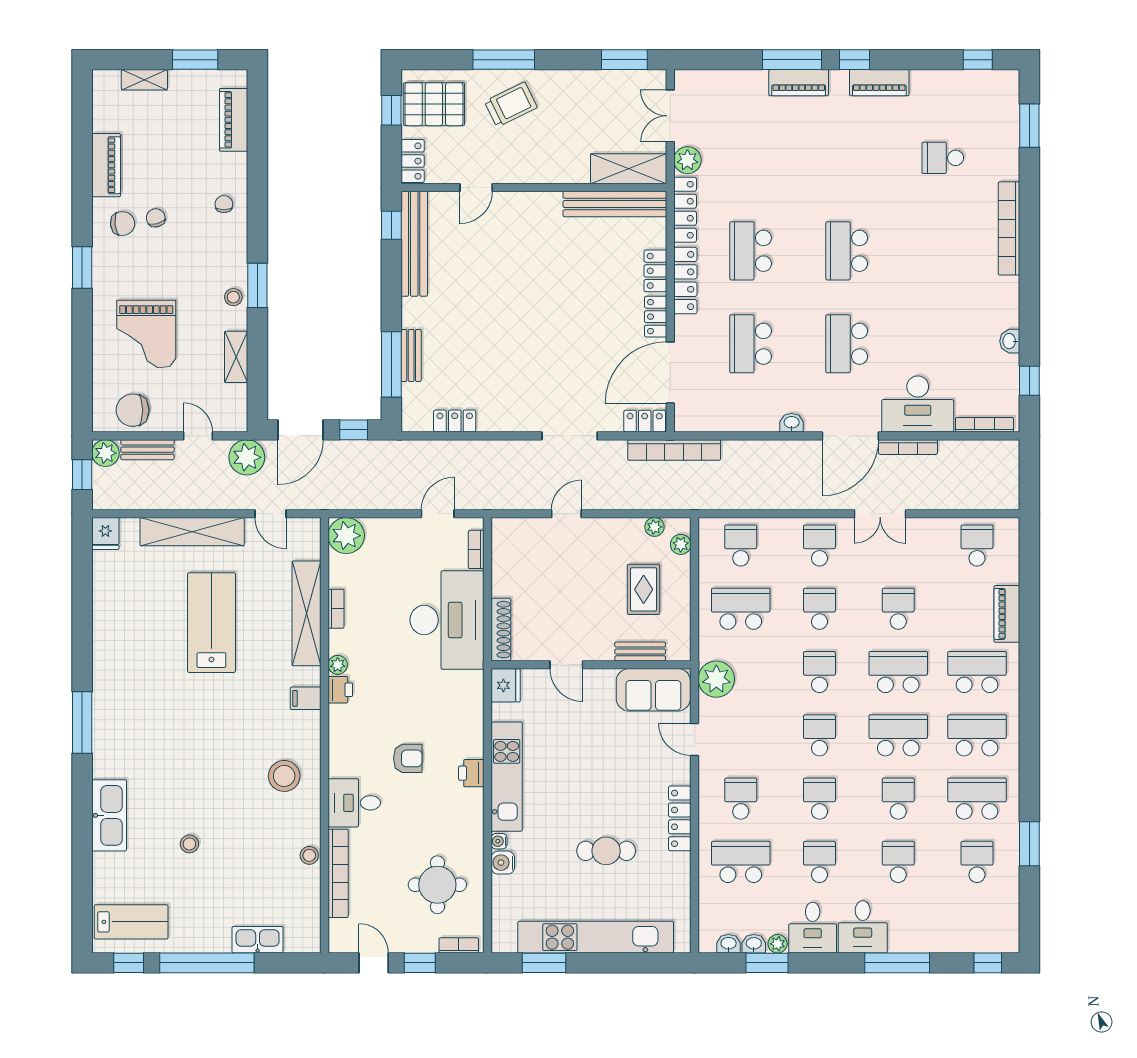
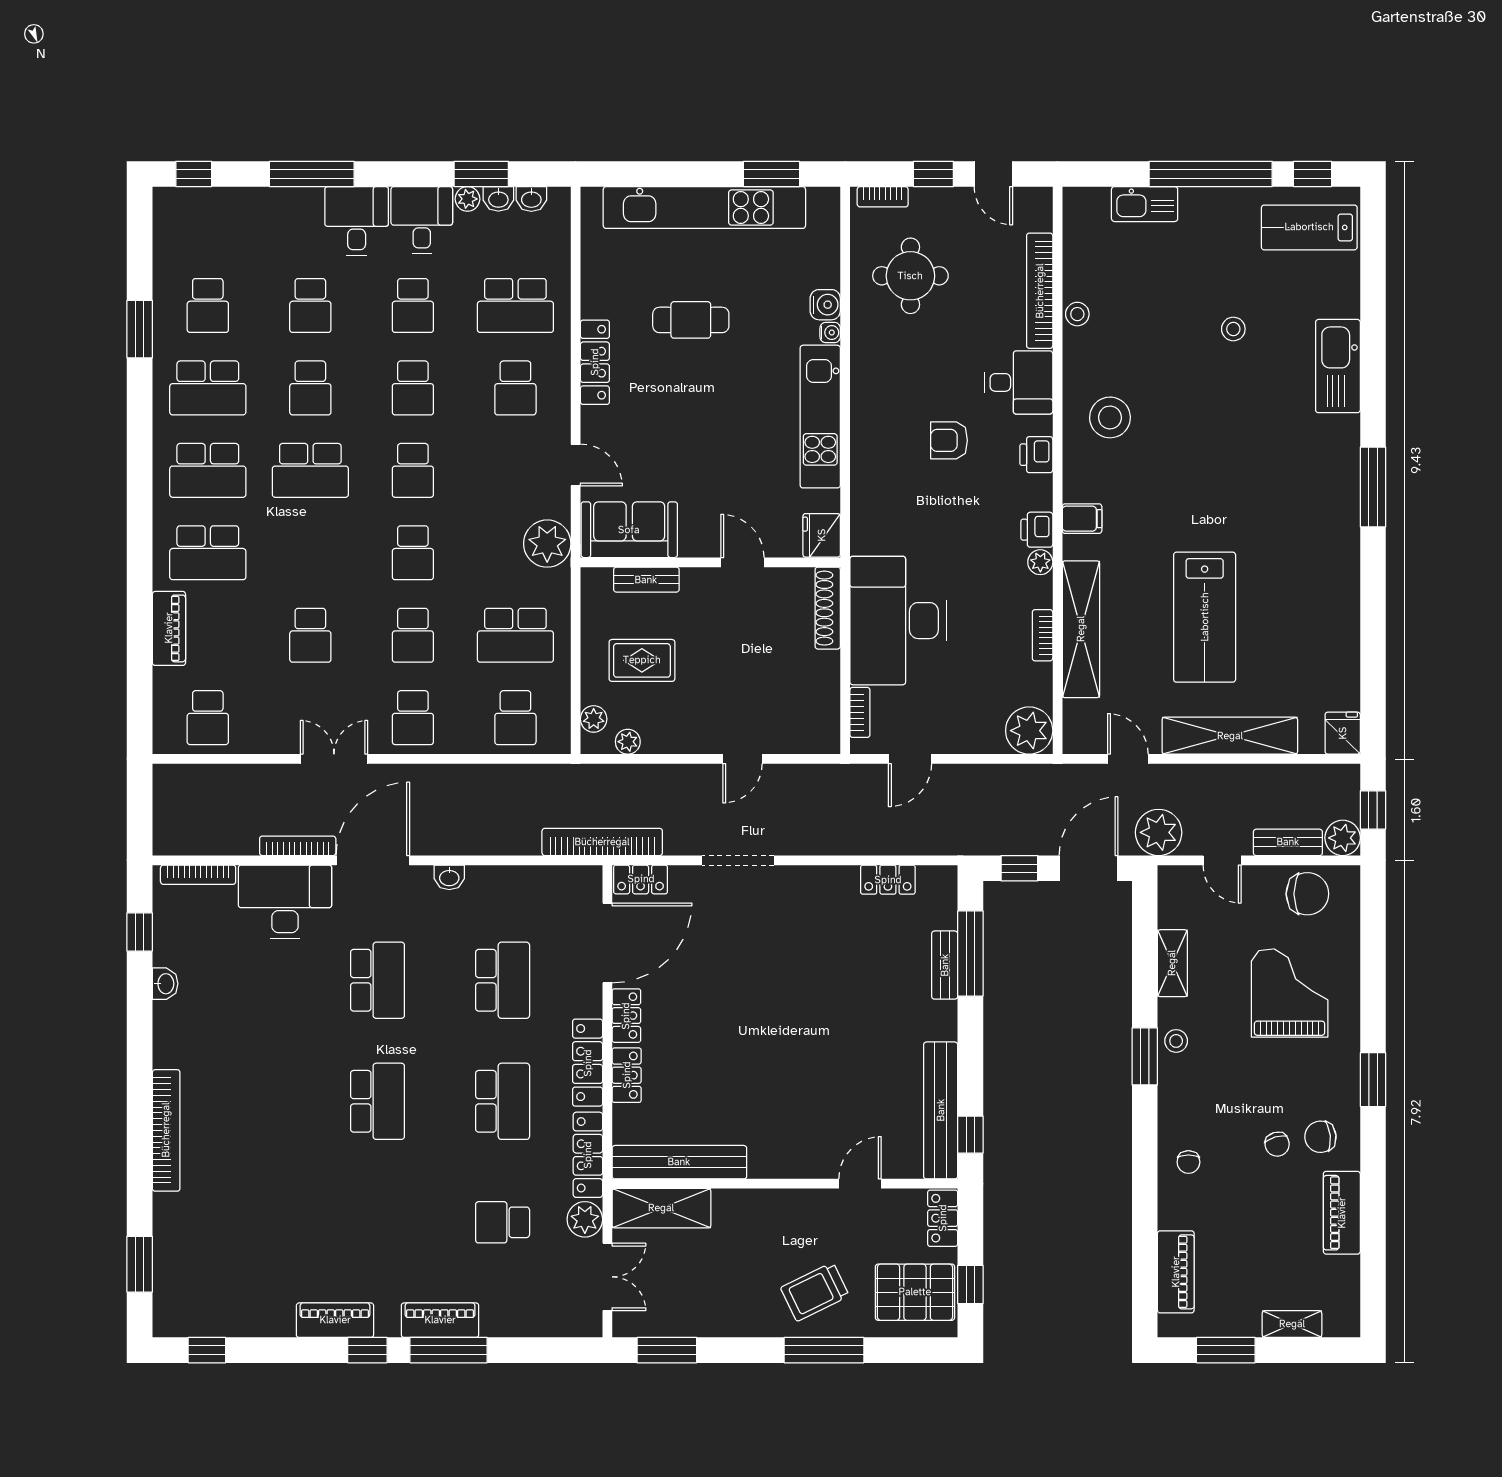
school desk: (943, 158) -> (503, 1222), moved, turned 180
rug: (644, 589) -> (642, 660), turned 90
school desk: (898, 672) -> (310, 553), removed
printer: (471, 773) -> (1036, 455), moved, turned 180

